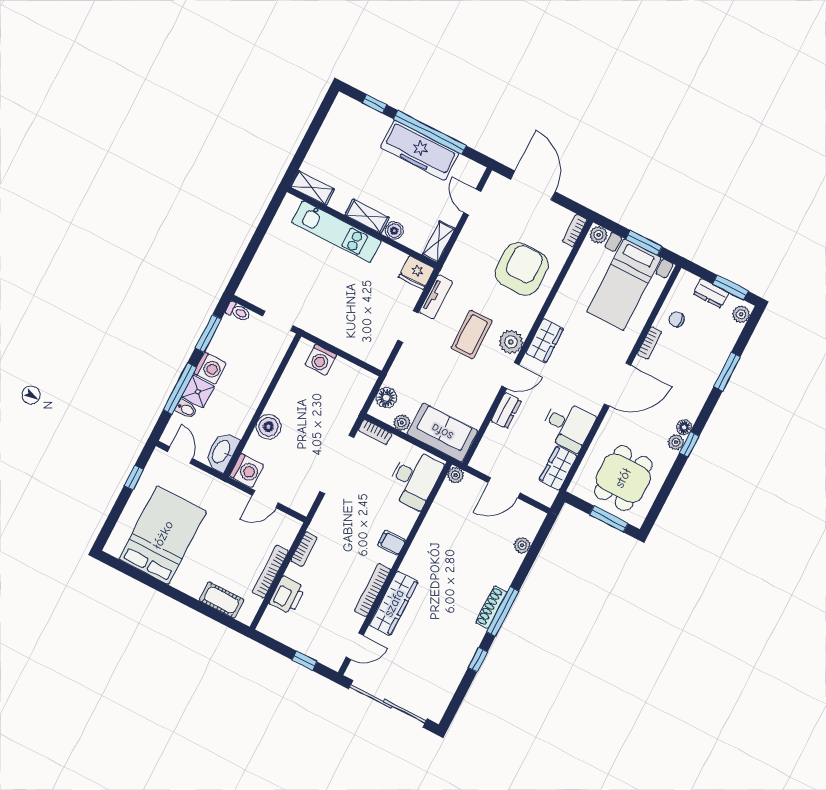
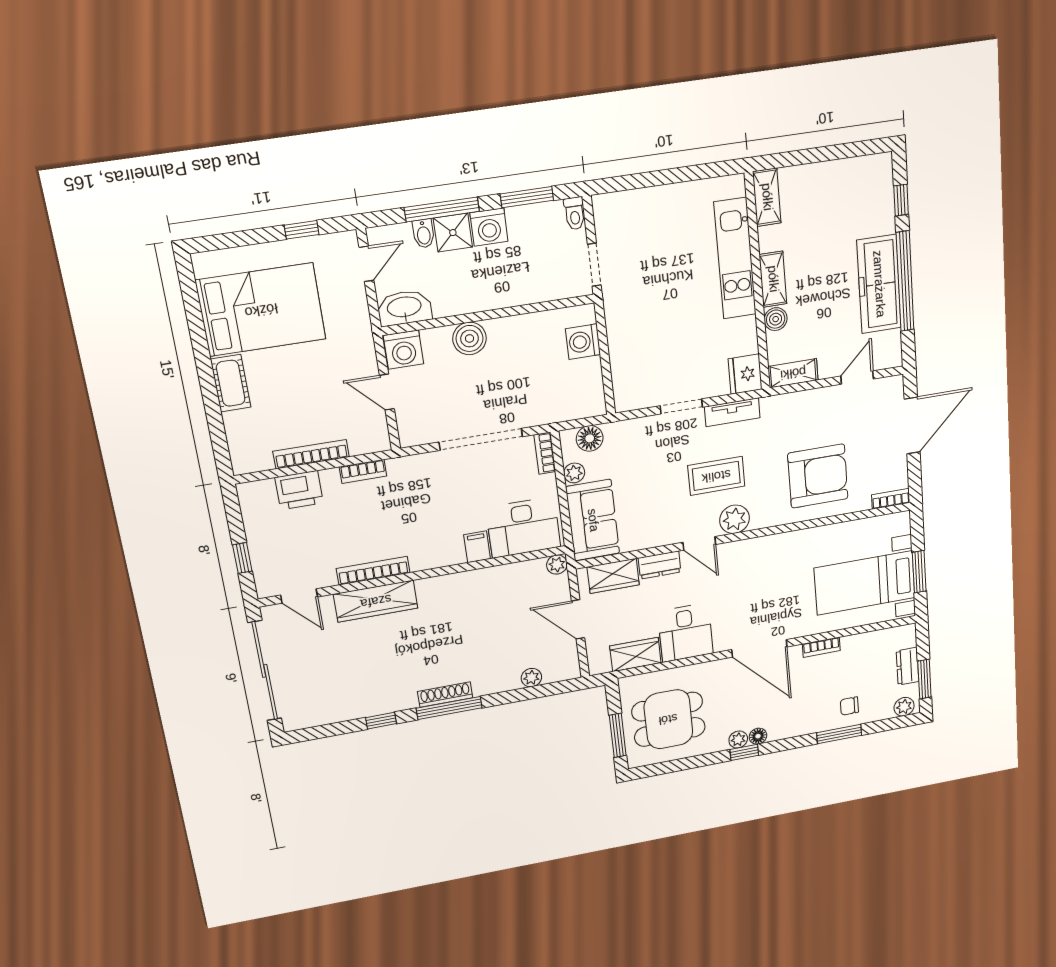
plant: (599, 235) -> (900, 524), removed
chair: (677, 319) -> (849, 706), moved, turned -83
wardrobe: (545, 341) -> (613, 576), moved
filing cabinet: (392, 543) -> (477, 547), moved
cot: (222, 600) -> (231, 383), moved

